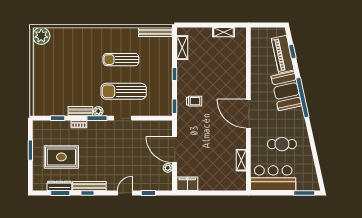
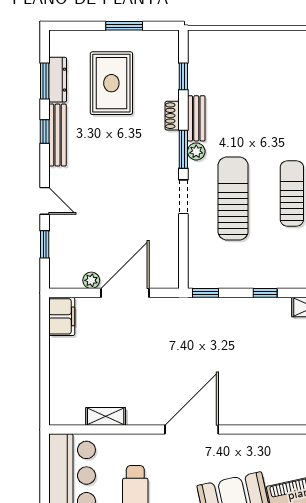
trolley: (194, 101) -> (215, 329), removed

